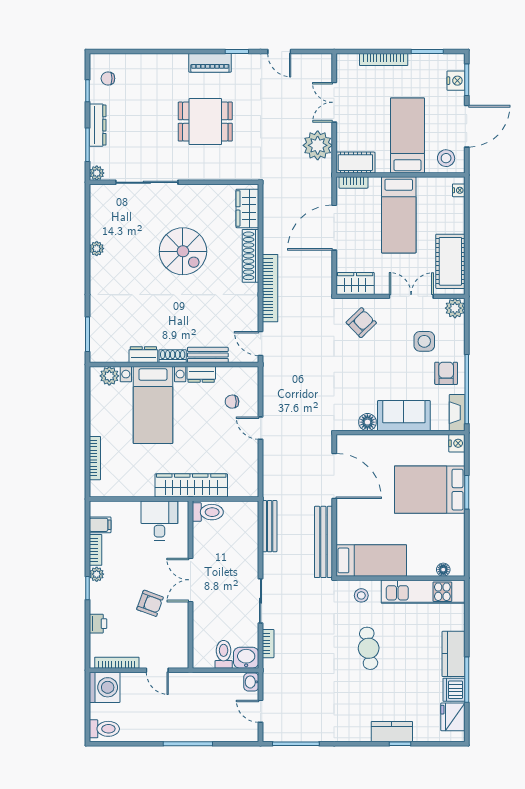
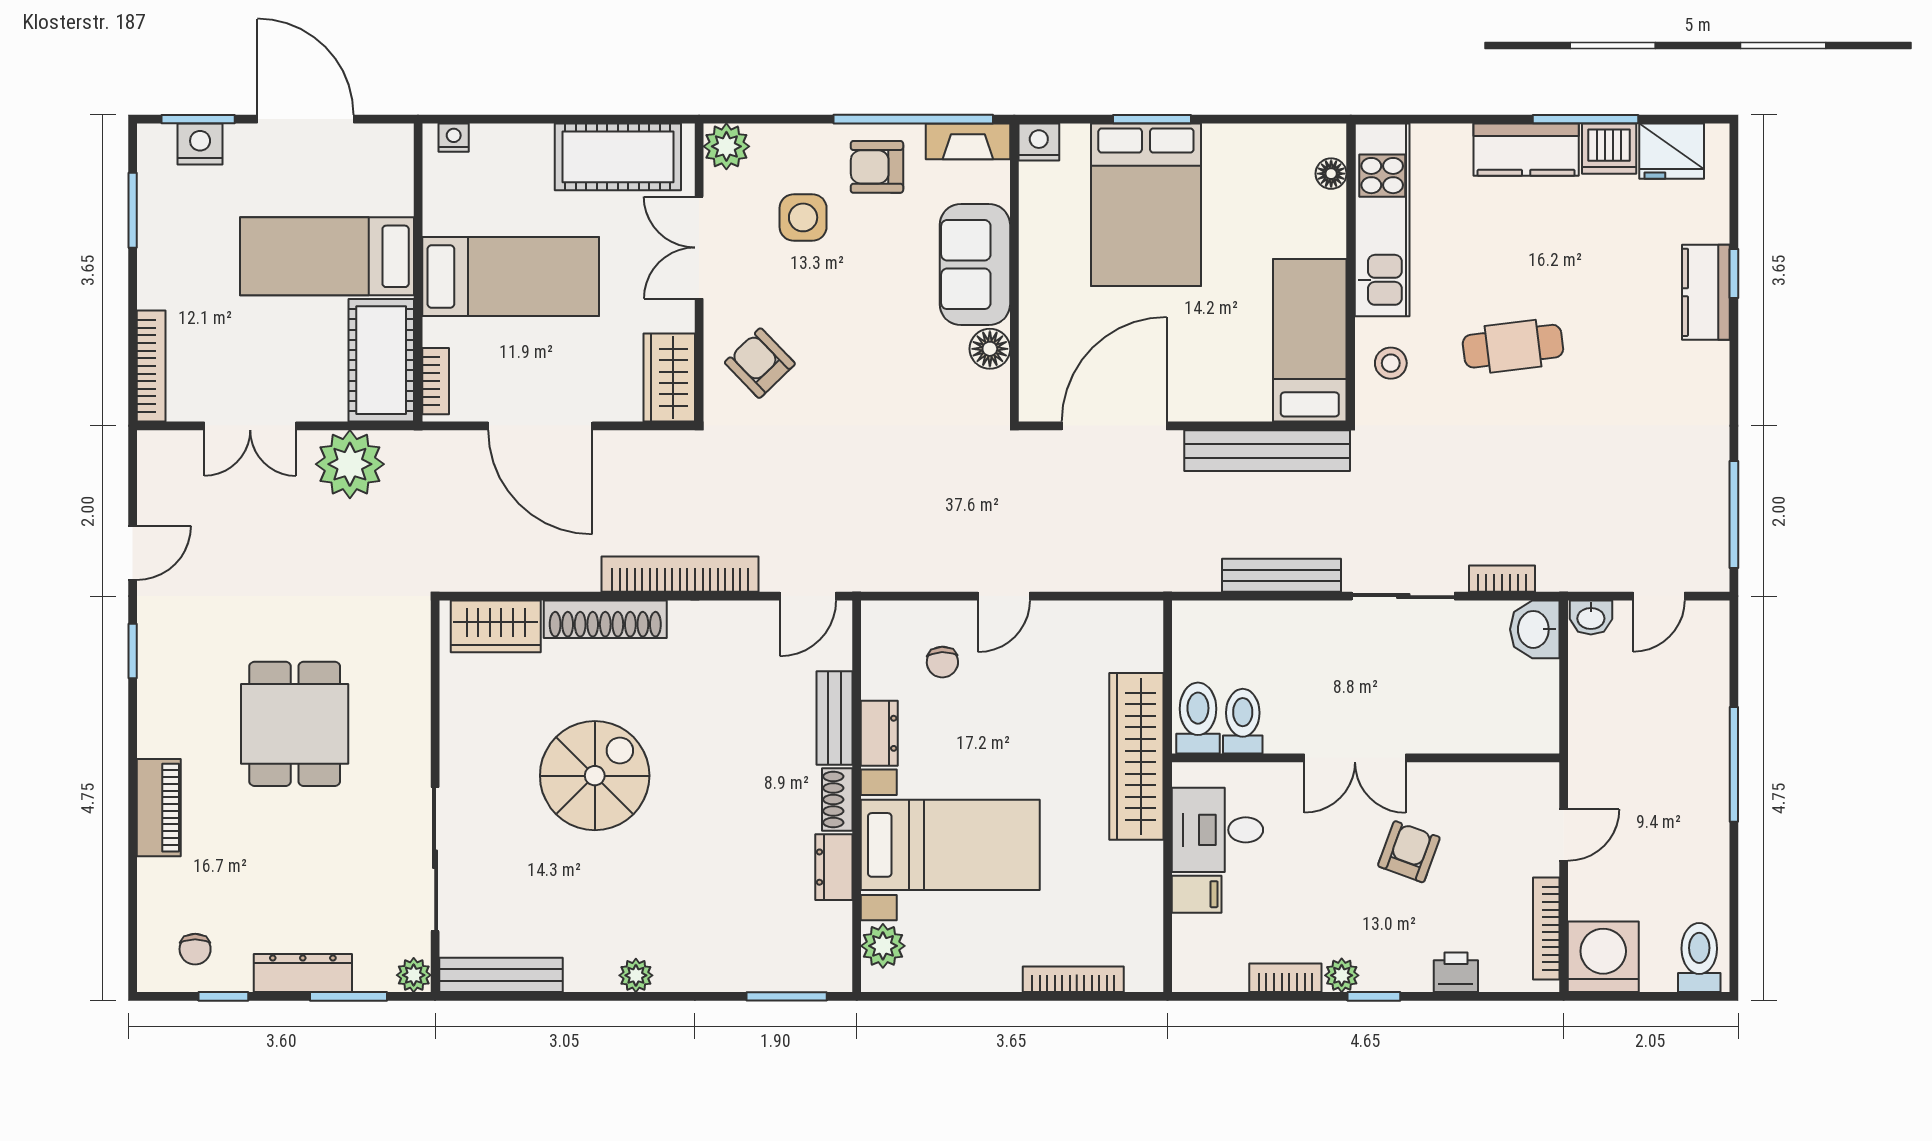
bookcase: (384, 60) -> (151, 366), moved
piano: (210, 63) -> (159, 808), moved
stool: (446, 158) -> (379, 167), removed
cot: (355, 163) -> (381, 360), width x1.37, depth x1.34
bench: (97, 211) -> (501, 975), added
plant: (97, 249) -> (636, 975), moved
filing cabinet: (100, 525) -> (1197, 894), moved, turned 90
bench: (270, 526) -> (1281, 575), moved
toilet: (224, 654) -> (1243, 721), moved, turned 90

